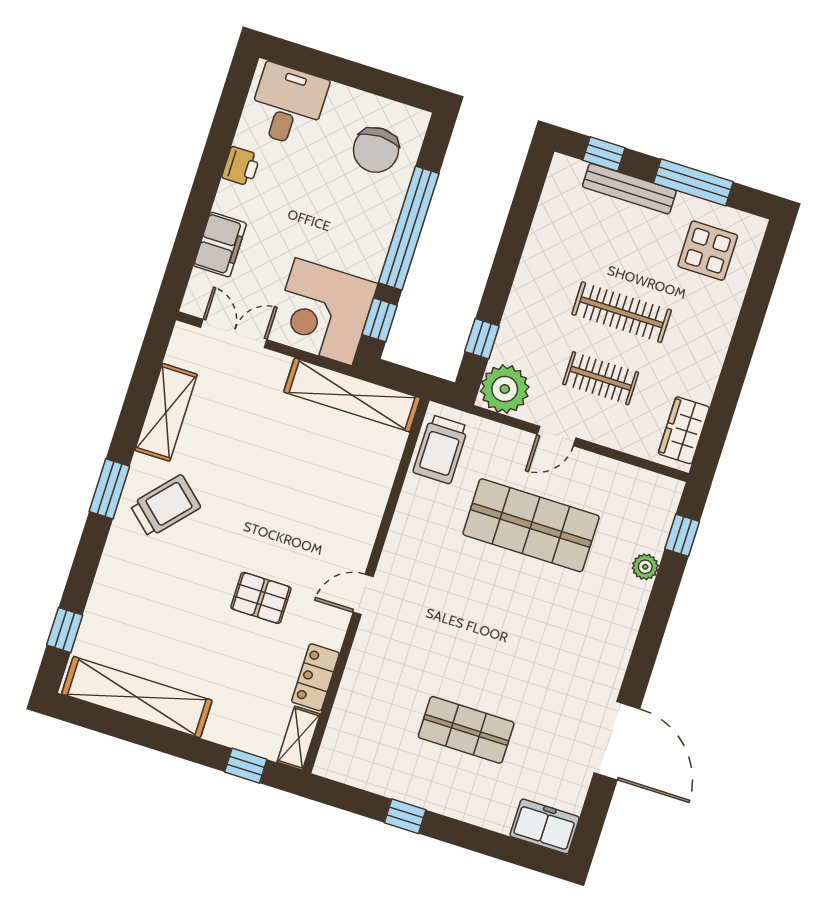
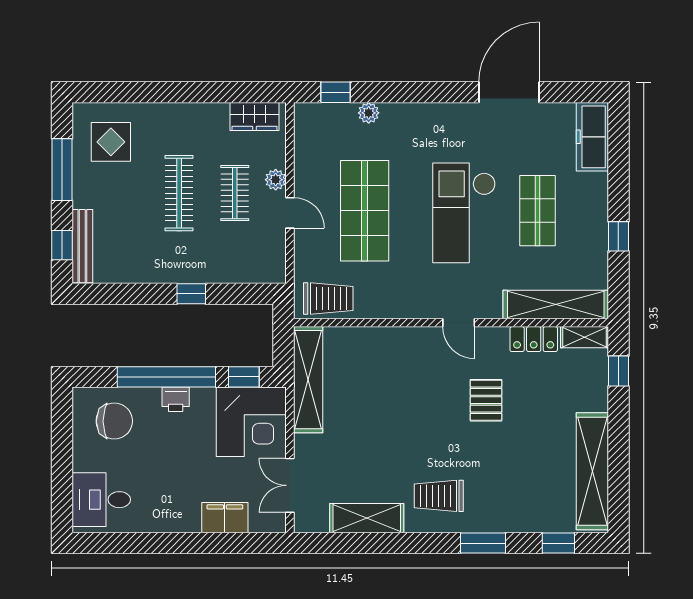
printer: (241, 166) -> (176, 399), moved, turned 180
bench: (629, 189) -> (82, 246), moved
window: (482, 339) -> (191, 294), moved
plant: (505, 389) -> (276, 180), moved, width x0.53, depth x0.53
window: (109, 489) -> (483, 543), moved
trolley: (165, 506) -> (439, 496), turned -42
checkout: (491, 642) -> (464, 213), added
shelving: (348, 716) -> (556, 305), added
freezer: (545, 826) -> (592, 137), width x1.40

